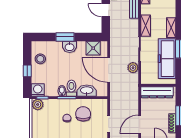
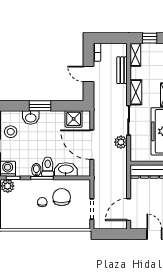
washbasin: (70, 47) -> (31, 117), moved

